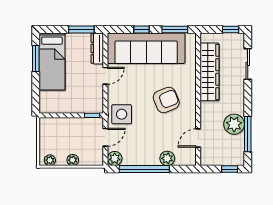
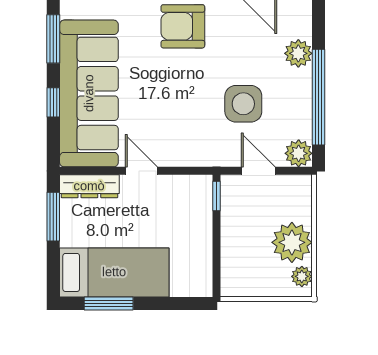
armchair: (166, 100) -> (183, 26), moved, turned -68
side table: (122, 114) -> (243, 104), moved
plant: (73, 160) -> (292, 242), width x1.87, depth x1.87

